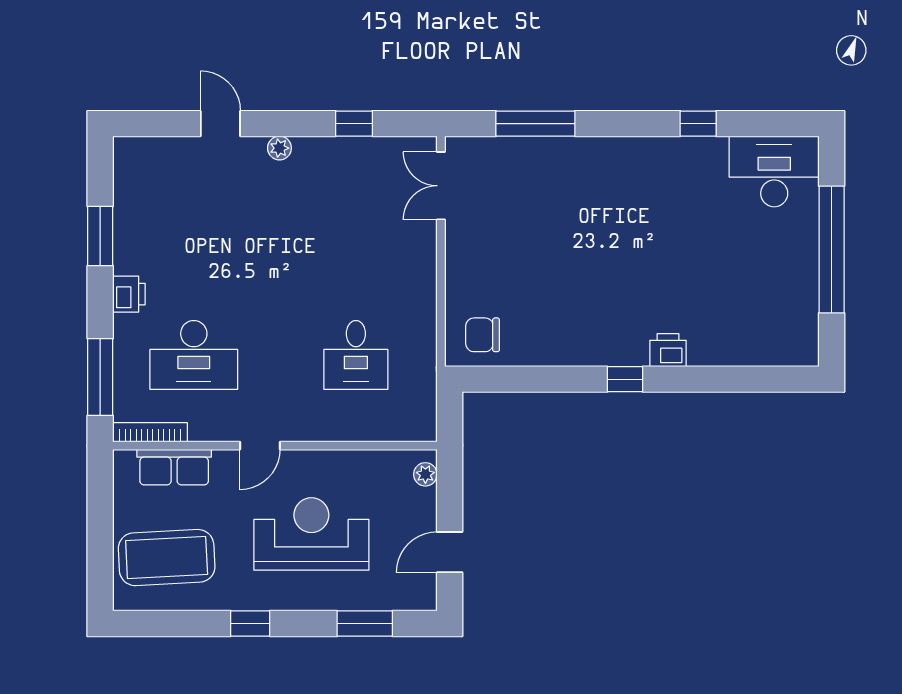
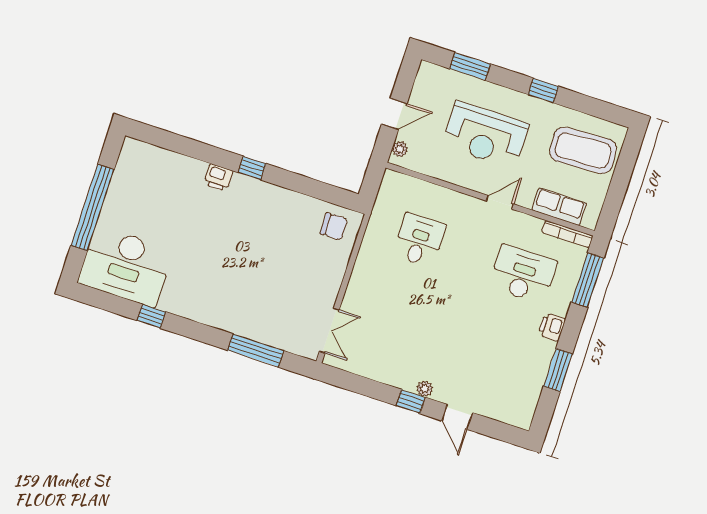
window: (354, 124) -> (411, 401), moved
desk: (774, 171) -> (126, 266), width x1.36, depth x1.30
door: (450, 552) -> (394, 114), moved

